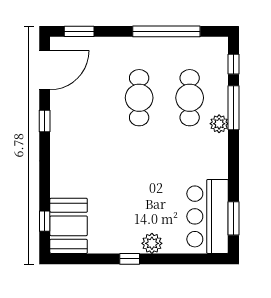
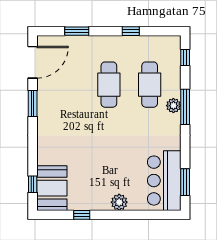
window: (79, 31) -> (77, 31), moved
window: (166, 31) -> (131, 31), width x0.32
window: (233, 108) -> (185, 107), moved
window: (45, 121) -> (33, 103), width x1.50
window: (130, 259) -> (82, 215), moved

